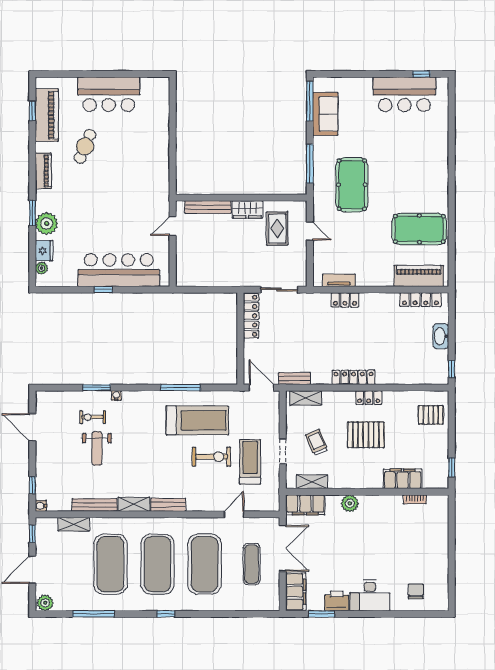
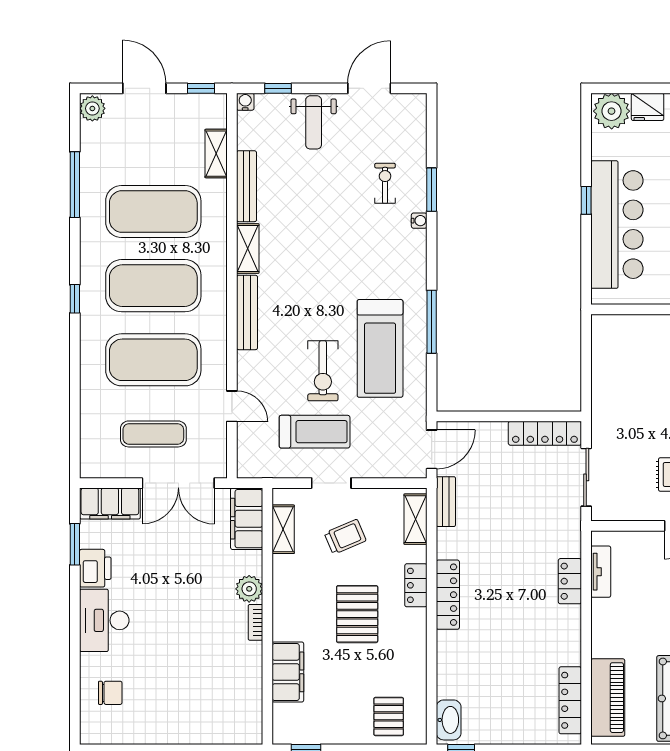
plant: (41, 268) -> (612, 111), width x1.87, depth x1.87
washbasin: (441, 336) -> (449, 720), moved, turned 90
locker: (369, 398) -> (416, 585), moved
weight bench: (97, 448) -> (314, 122), moved, turned -90
bookcase: (415, 499) -> (255, 622), moved
bench: (168, 505) -> (247, 312), width x1.36

